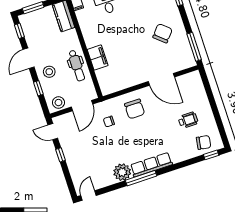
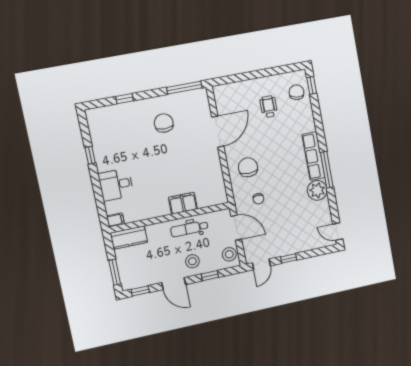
chair: (163, 33) -> (164, 123), turned 49
dental chair: (77, 66) -> (189, 229), turned 180
chair: (135, 109) -> (248, 167), turned -90

